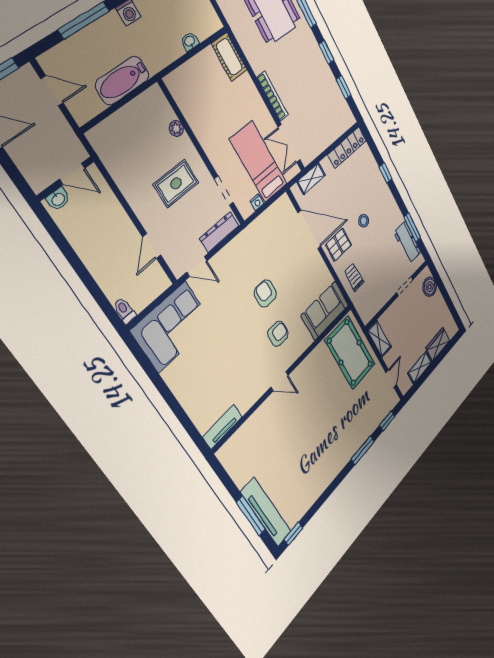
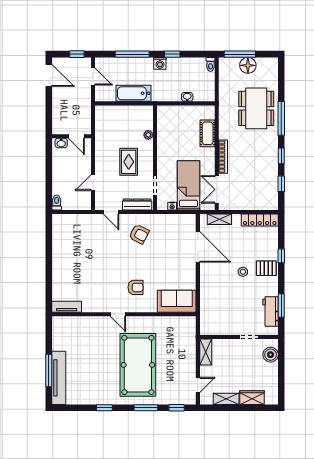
cot: (229, 57) -> (208, 133), moved
door: (72, 174) -> (76, 136), moved
wall: (66, 178) -> (72, 136), moved
rug: (176, 183) -> (129, 162), turned 90
washbasin: (58, 199) -> (61, 143), moved
pallet: (339, 245) -> (266, 268), moved
trolley: (354, 277) -> (212, 299), removed
armchair: (265, 294) -> (139, 234), moved, turned 117
corner sofa: (172, 327) -> (76, 231), removed
pool table: (350, 352) -> (138, 365), moved, width x1.36, depth x1.32
window: (293, 534) -> (104, 408), moved

